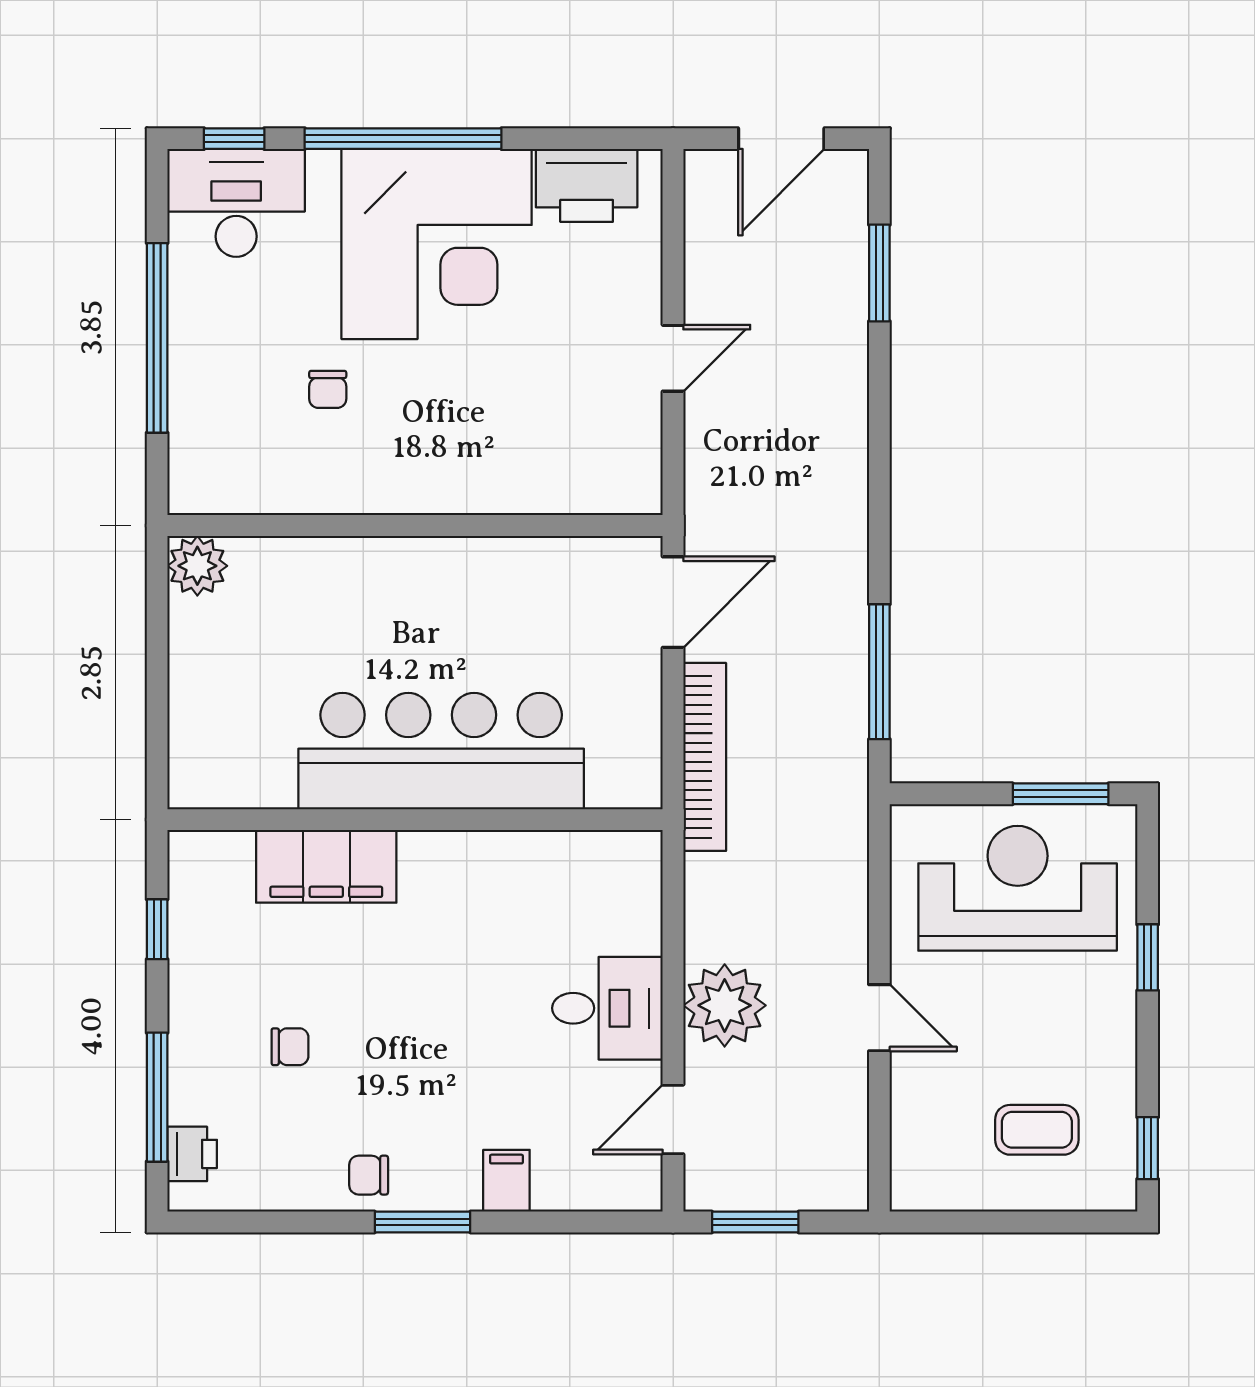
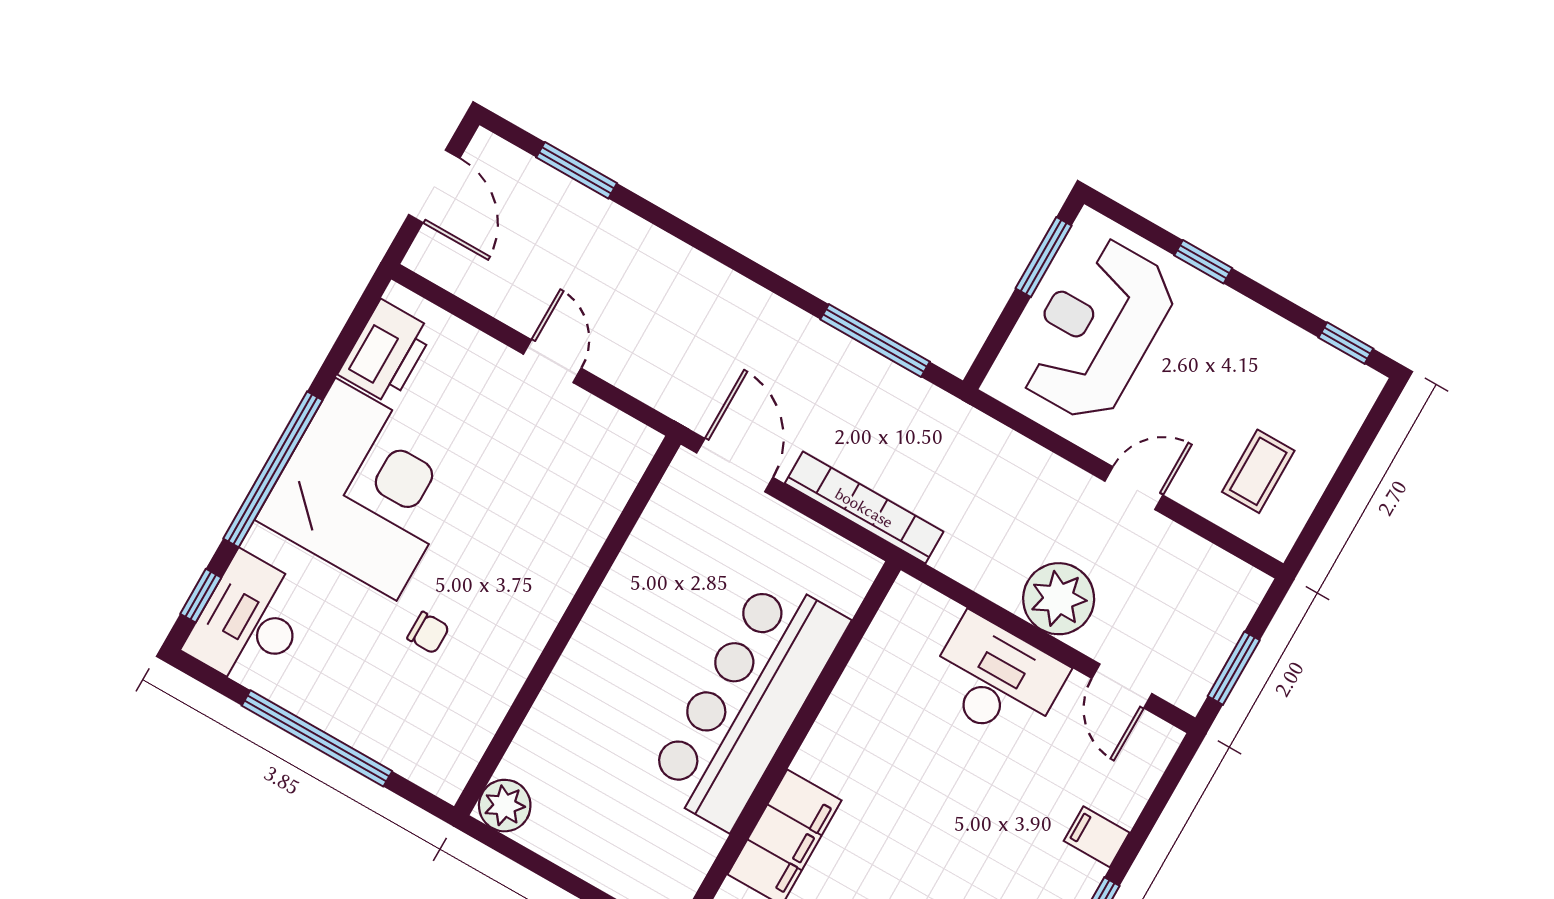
desk: (607, 1008) -> (996, 679), width x1.37
coffee table: (1037, 1130) -> (1258, 471), moved

